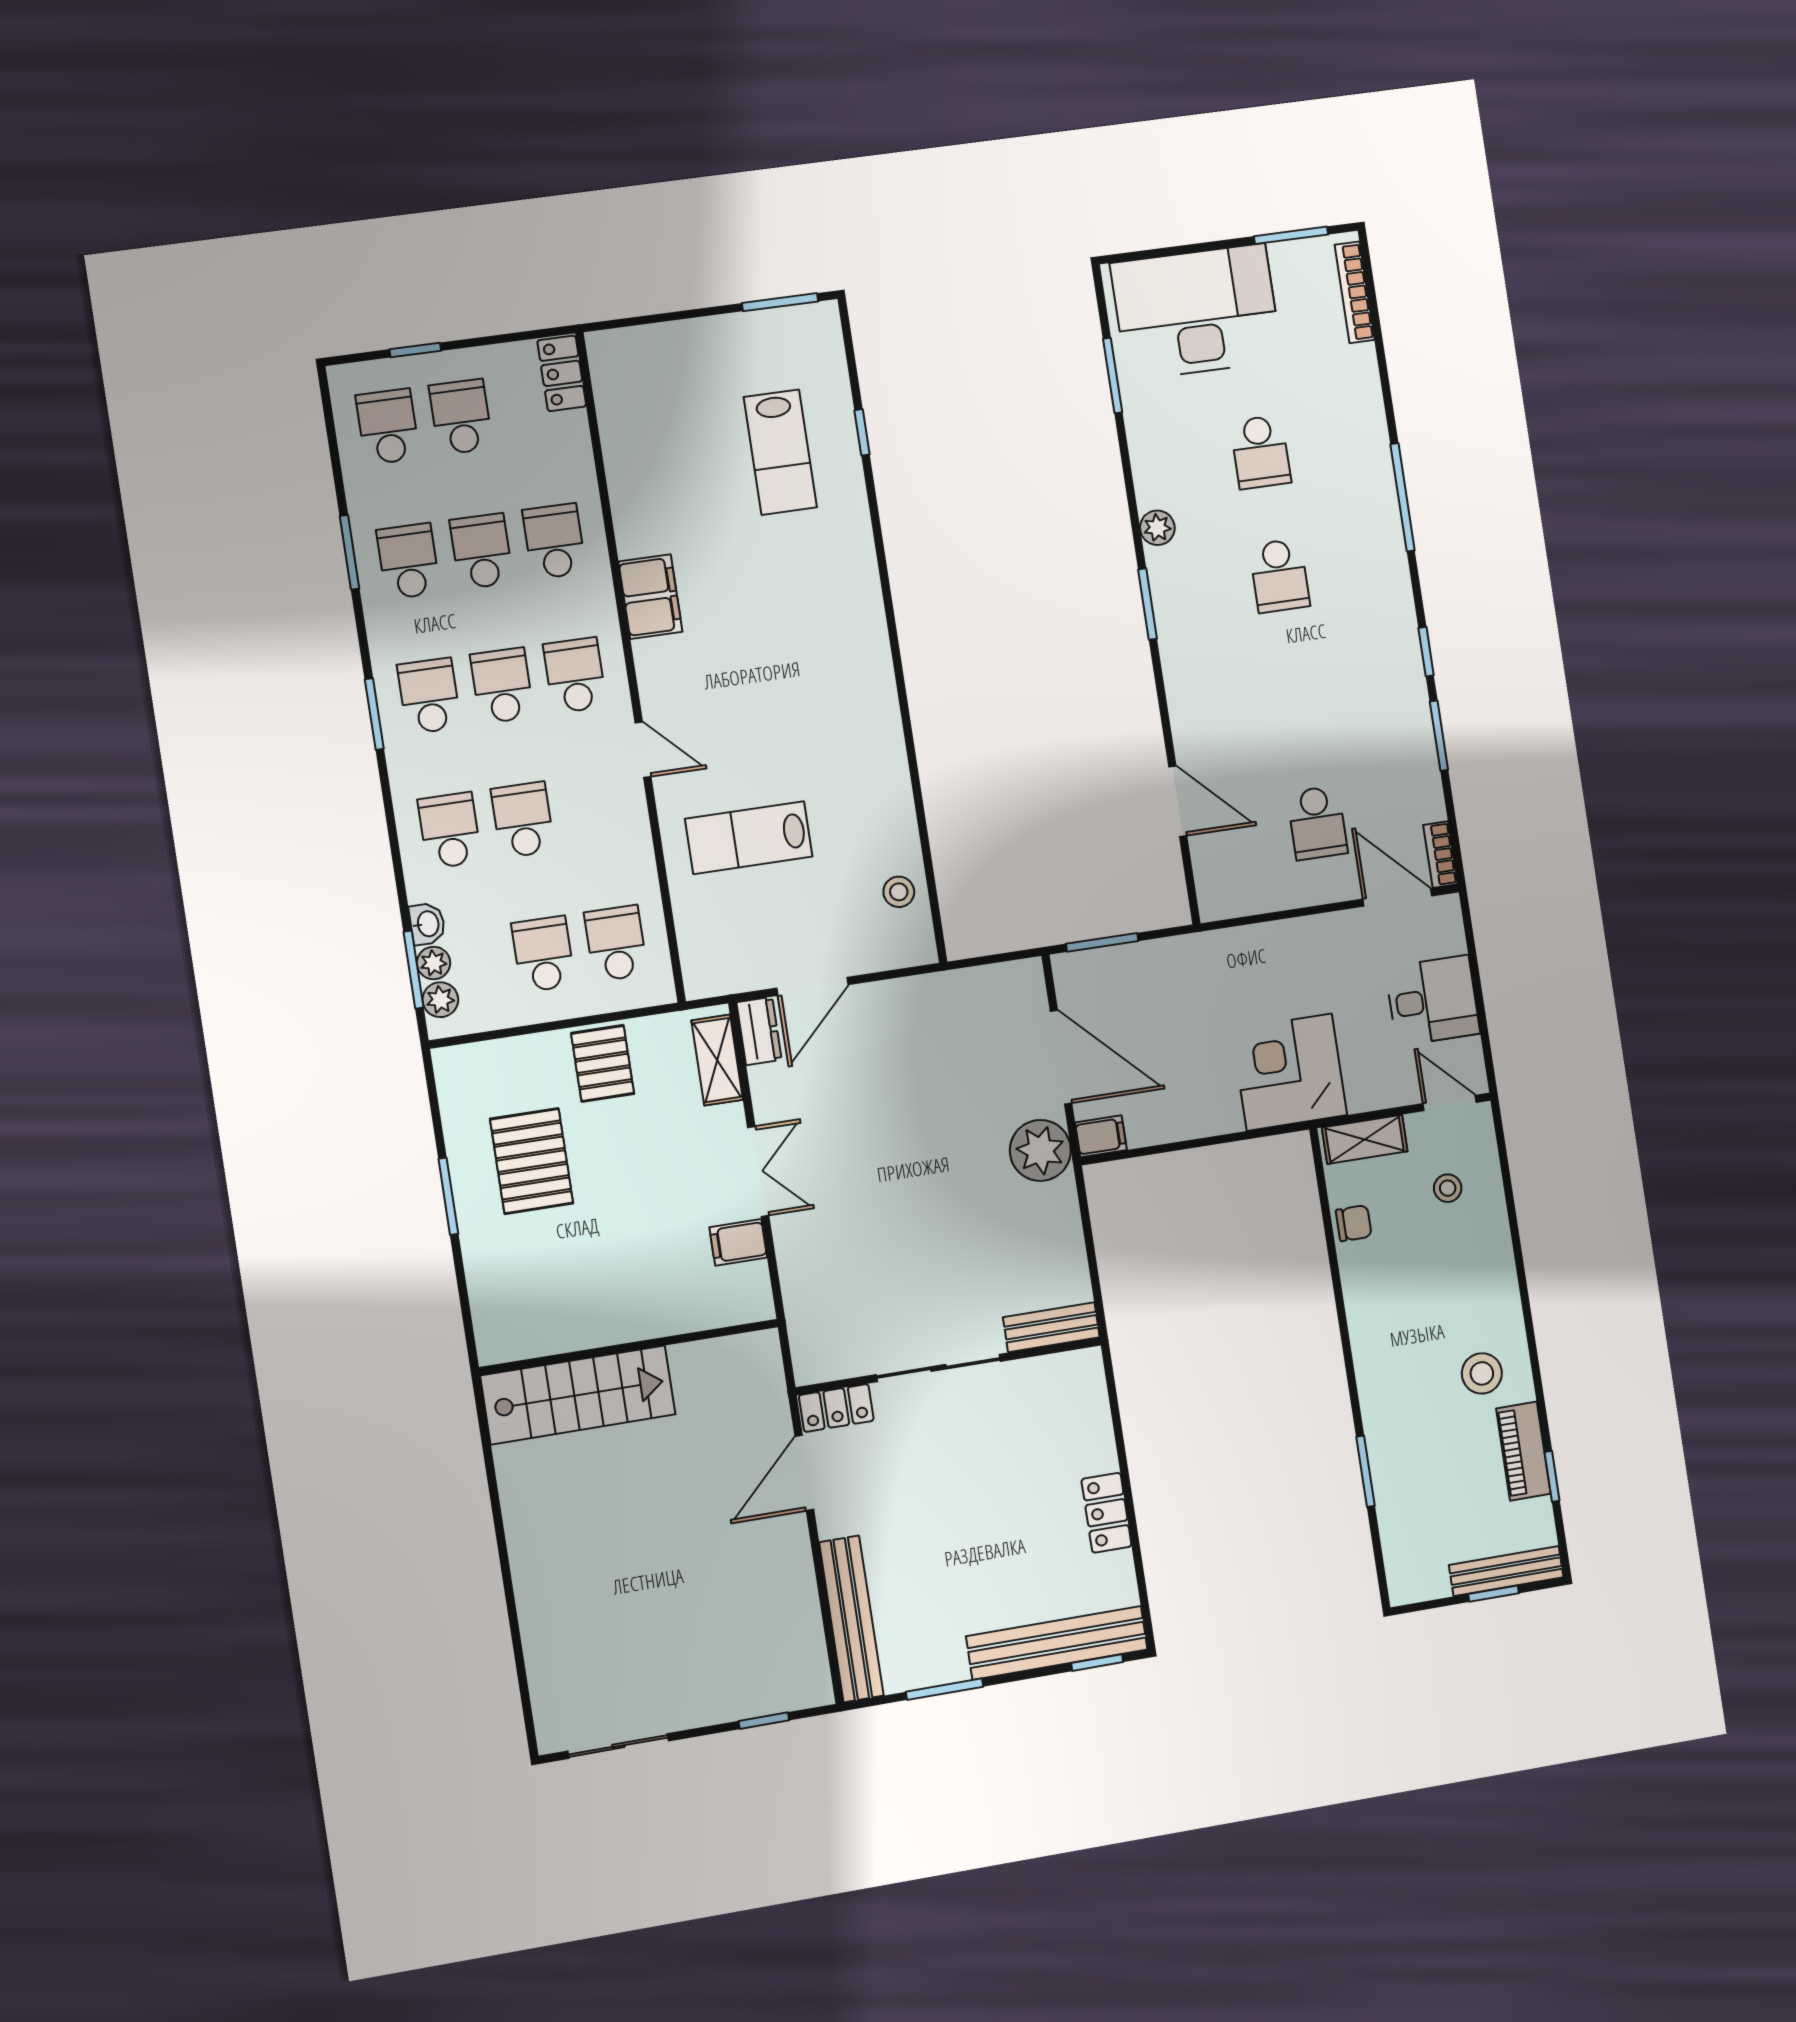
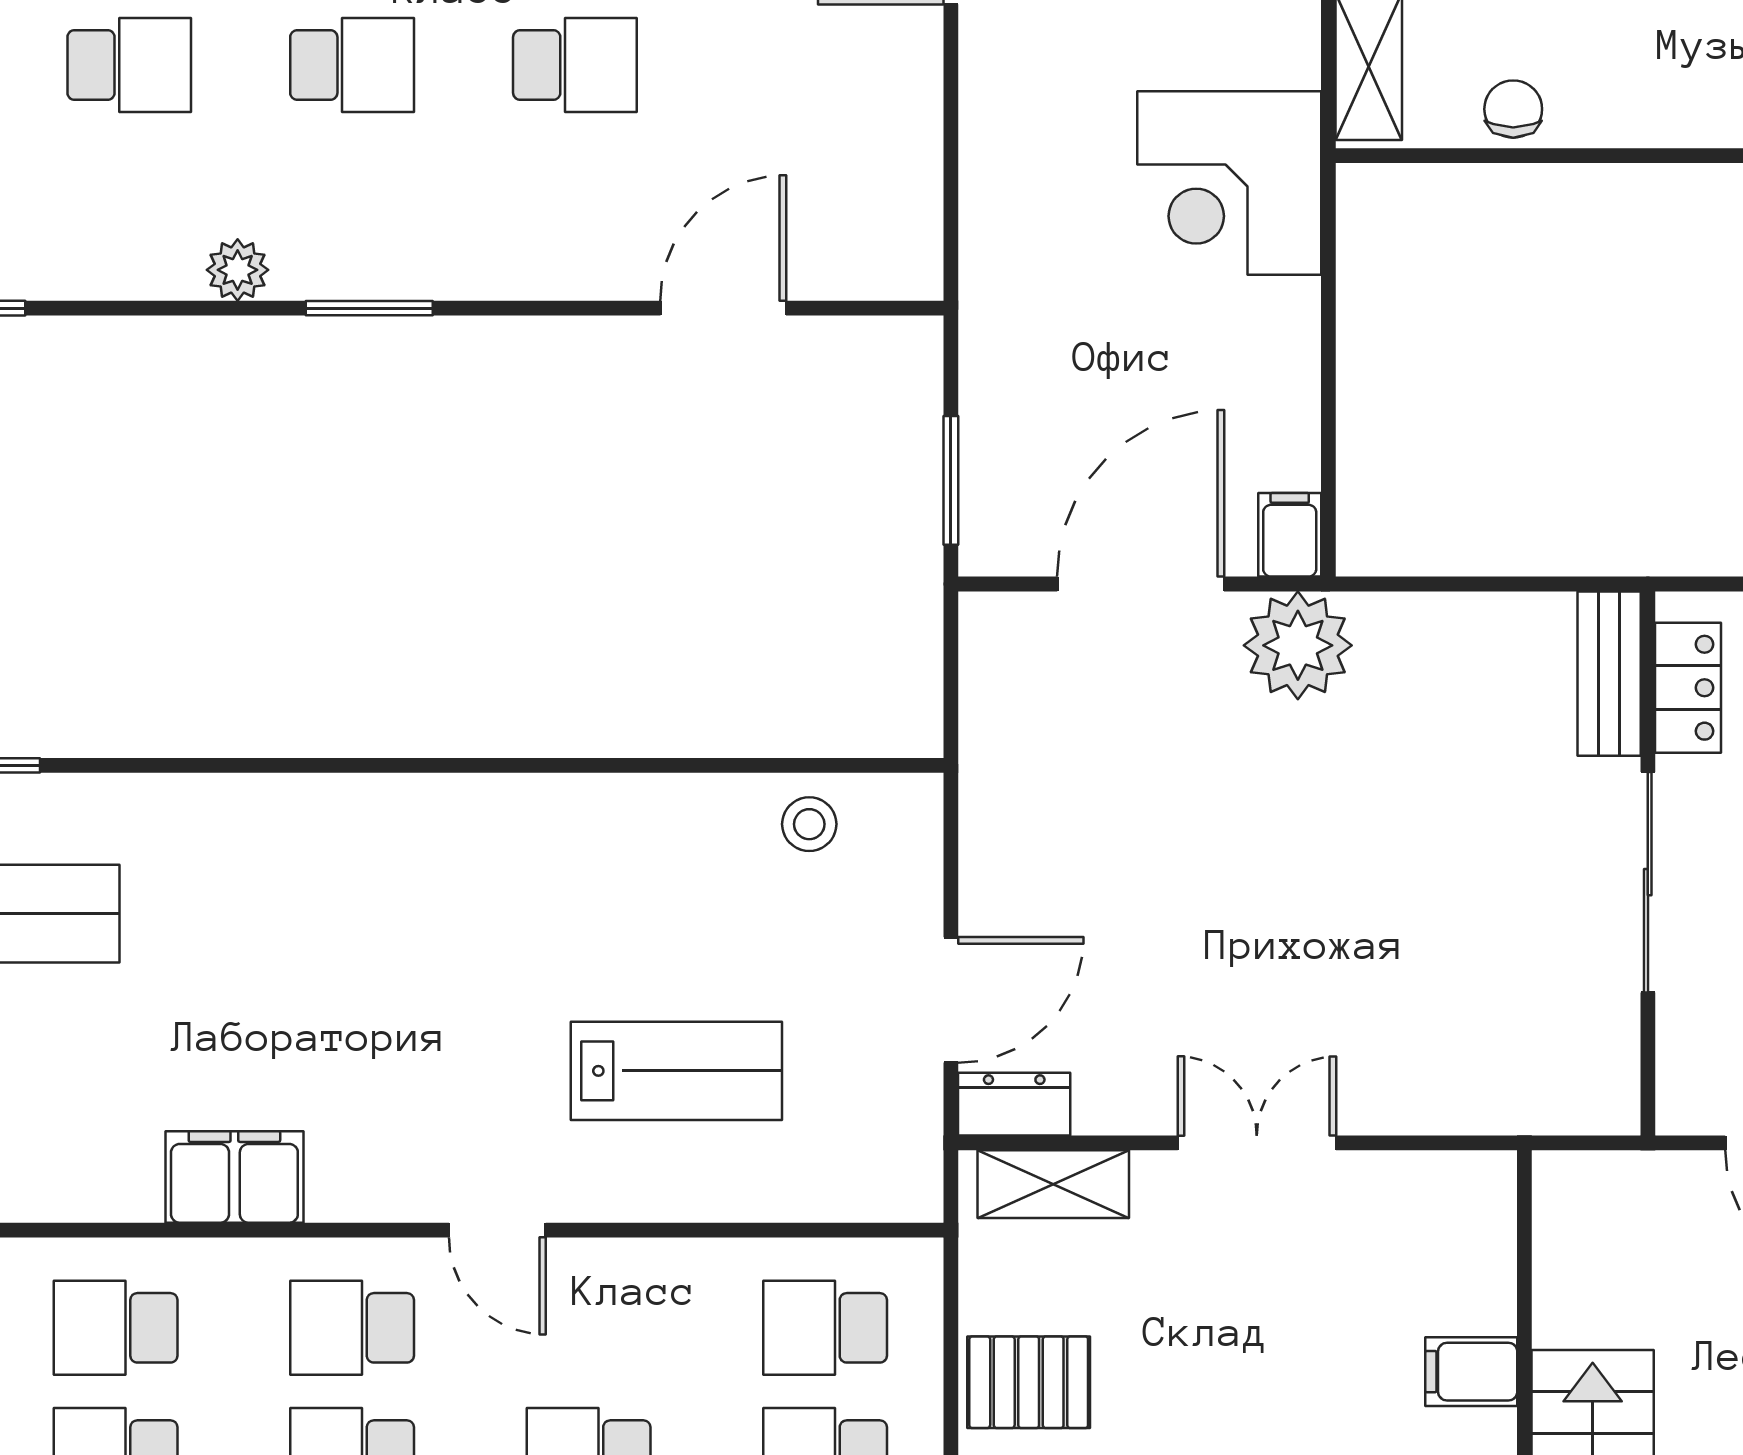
door: (643, 750) -> (497, 1230), swing flipped
school desk: (1317, 823) -> (575, 65), moved
lab bench: (749, 838) -> (676, 1071), turned -90
door: (812, 986) -> (951, 1000), hinge flipped
filing cabinet: (738, 1242) -> (1471, 1372), moved, turned 90
locker: (836, 1408) -> (1688, 688), moved

